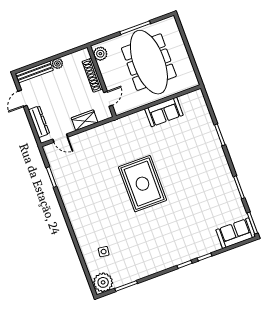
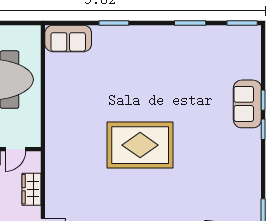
door: (108, 99) -> (15, 149), swing flipped
sofa: (164, 112) -> (68, 38), moved, turned 90
sofa: (236, 233) -> (247, 104), moved

